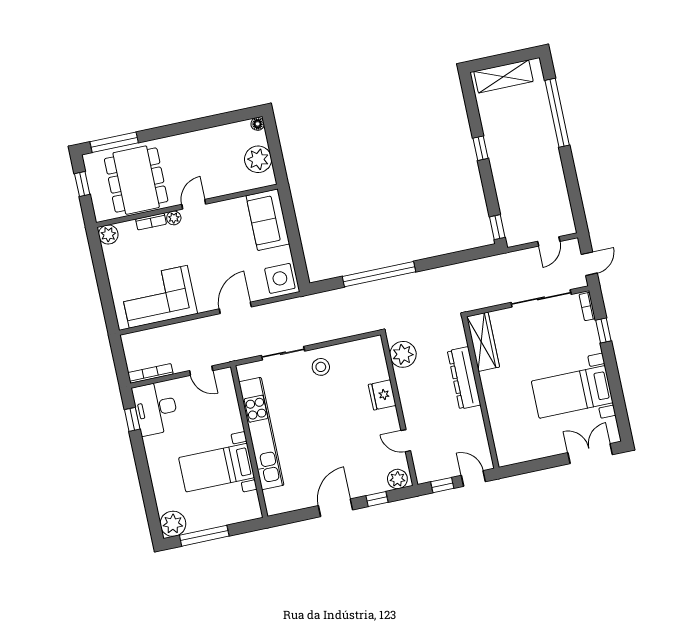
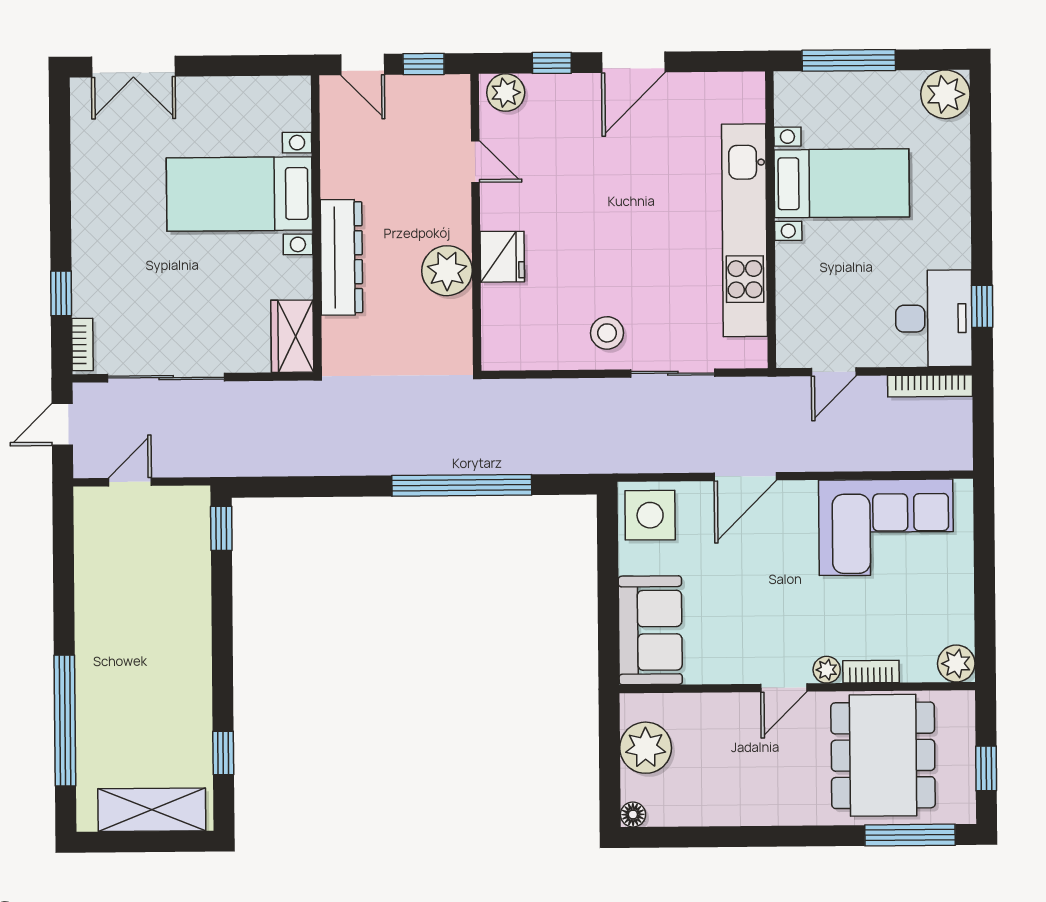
window: (481, 148) -> (223, 753), moved
wardrobe: (483, 342) -> (292, 336), width x0.67
plant: (403, 354) -> (447, 271), moved
door: (201, 371) -> (834, 372), swing flipped
bed with nightstands: (572, 392) -> (239, 194), moved, turned 180
window: (204, 536) -> (849, 60), moved

